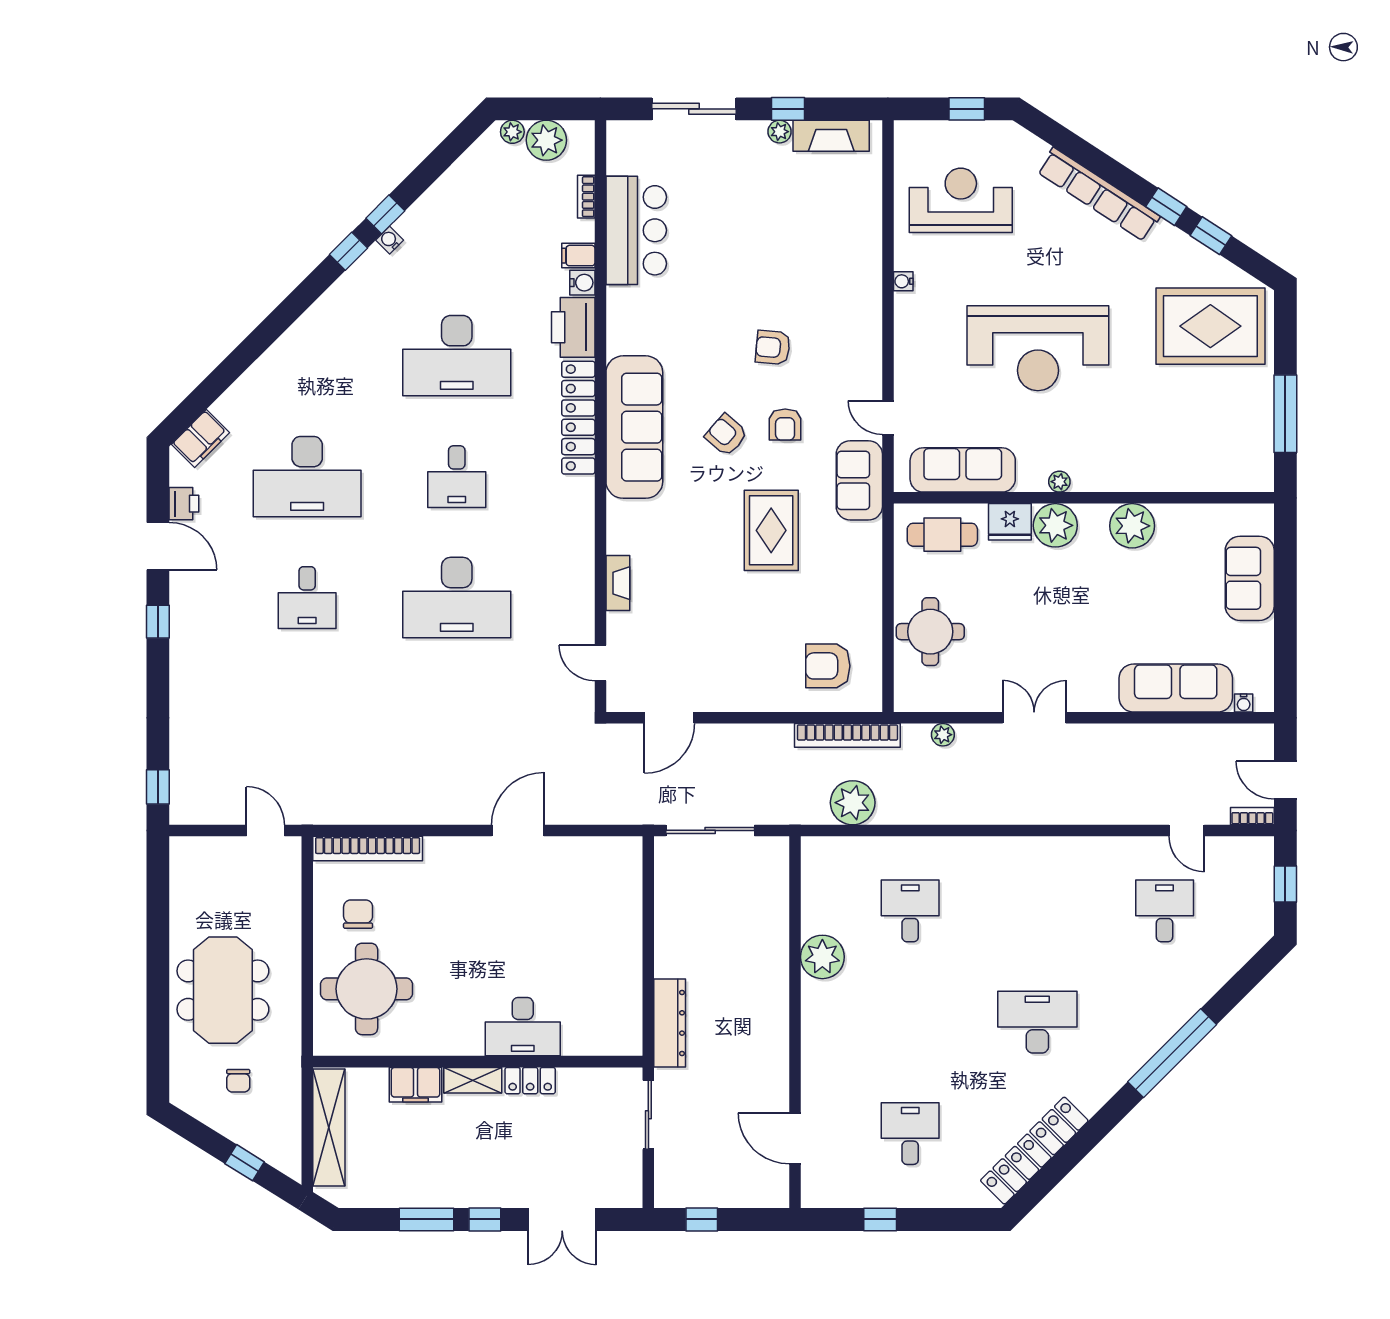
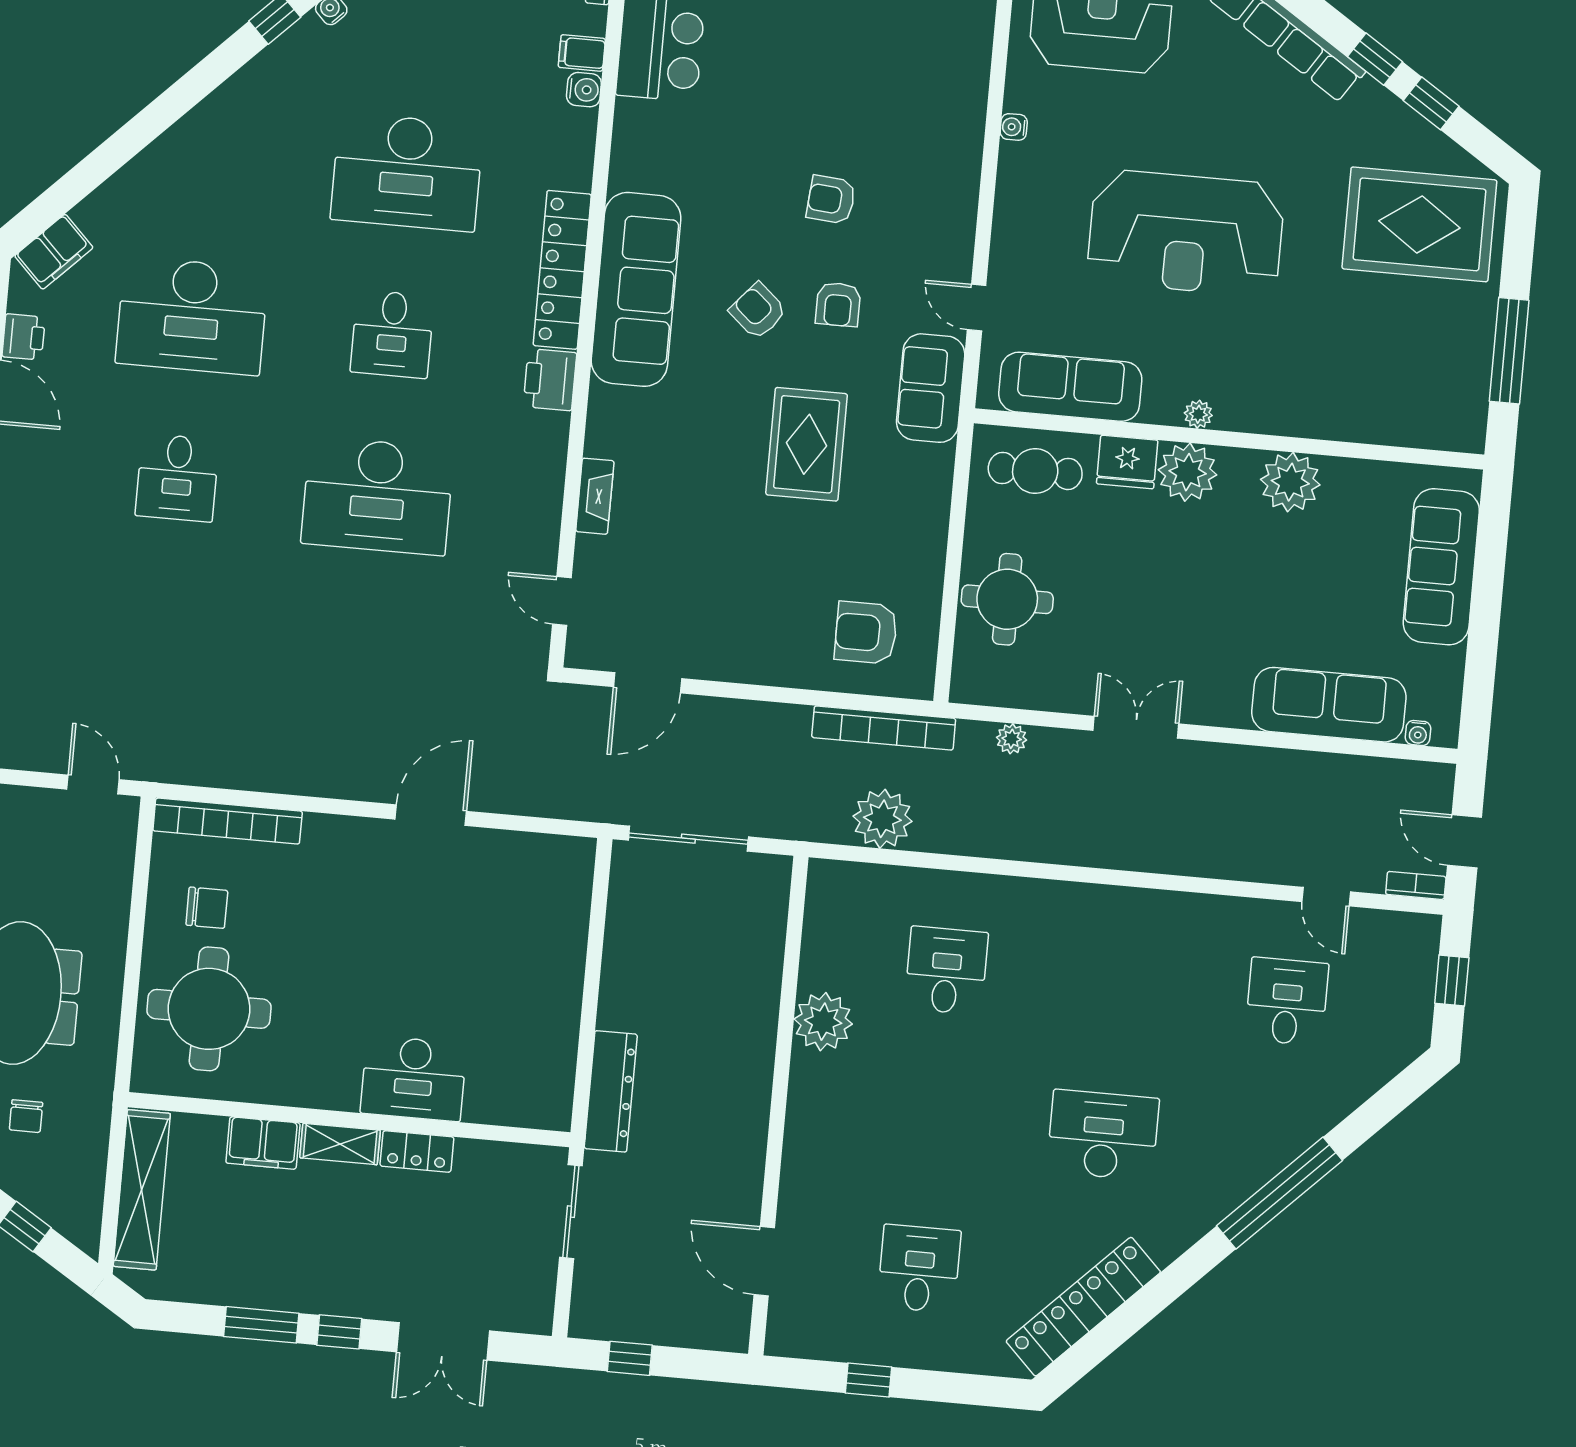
printer: (573, 327) -> (550, 380), moved, width x0.73, depth x0.84
sofa: (1250, 578) -> (1441, 567), width x1.36
chair: (358, 914) -> (207, 908), turned 90

